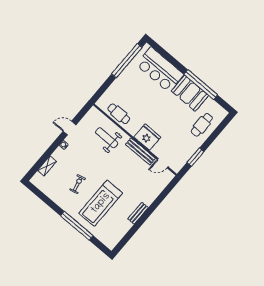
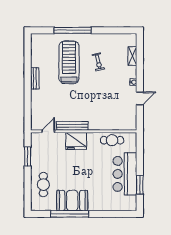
window: (127, 61) -> (140, 185), width x0.47
bar counter: (160, 70) -> (125, 174), moved, turned -90
weight bench: (107, 138) -> (106, 115), removed

